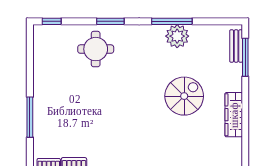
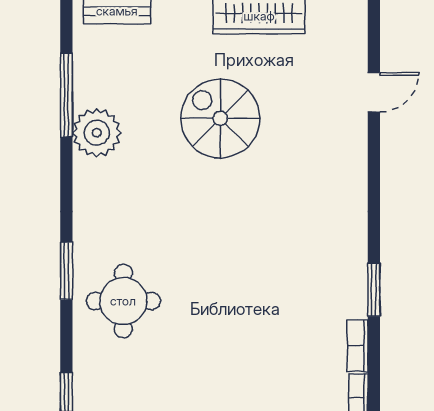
window: (172, 21) -> (66, 95), moved

